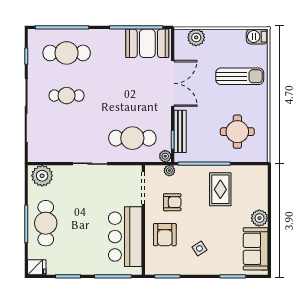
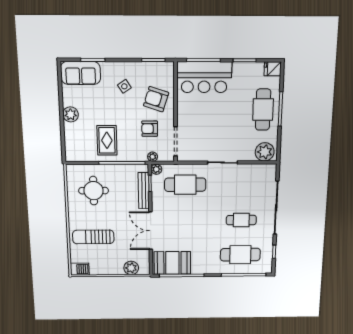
armchair: (165, 235) -> (156, 99), turned -72
bar counter: (125, 237) -> (204, 77), moved, turned 90
sofa: (256, 249) -> (81, 73), moved, turned 90

